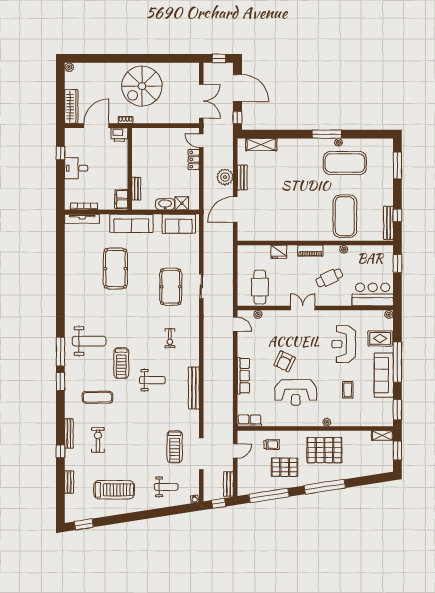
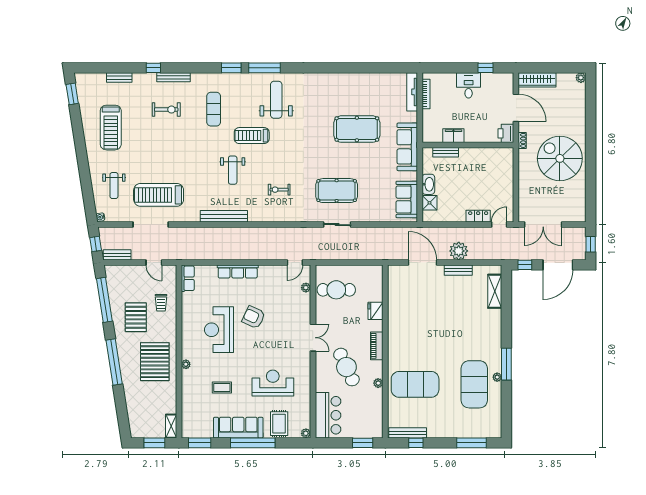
filing cabinet: (121, 199) -> (453, 136), moved
cafe table: (329, 278) -> (346, 367), width x1.37, depth x1.35
weight bench: (89, 341) -> (276, 100), turned 180
treadmill: (175, 447) -> (159, 195), width x1.37, depth x1.38

